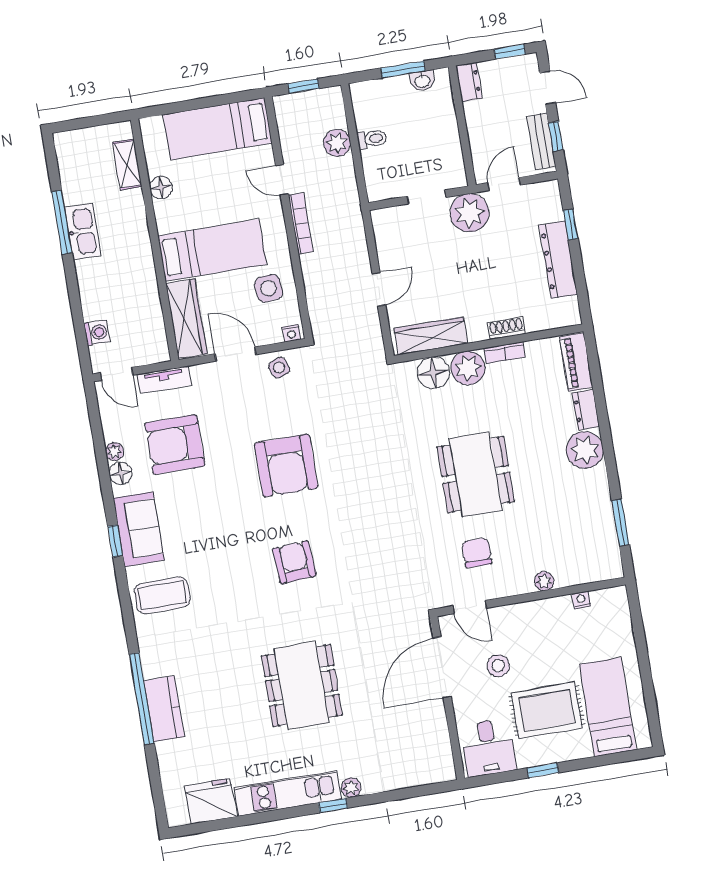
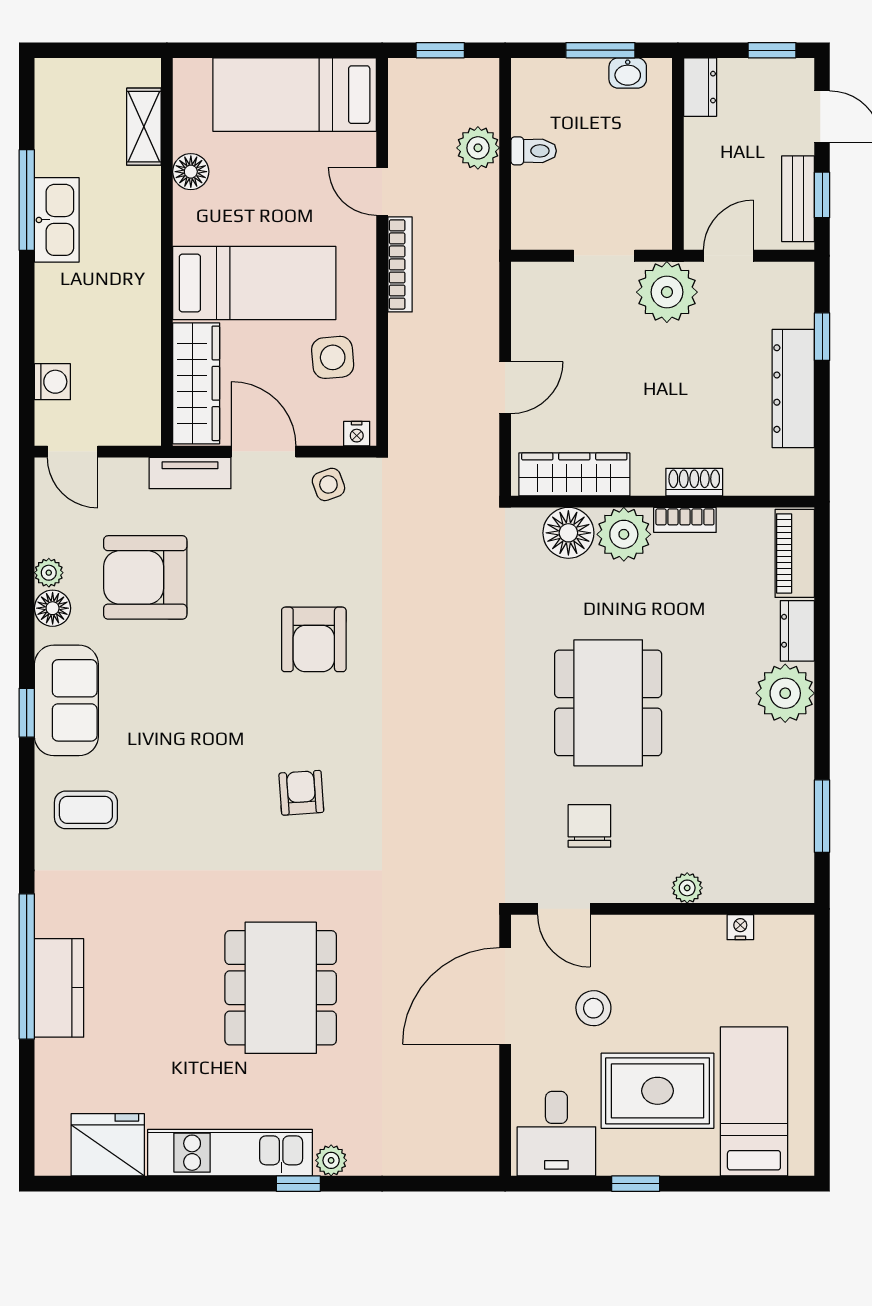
tv unit: (164, 380) -> (190, 473), moved
armchair: (286, 466) -> (314, 639), width x0.73, depth x0.73
armchair: (294, 562) -> (301, 793), width x0.72, depth x0.72
coffee table: (162, 595) -> (86, 810), width x0.73, depth x0.77

